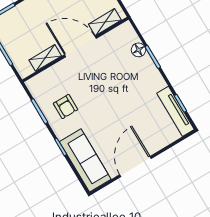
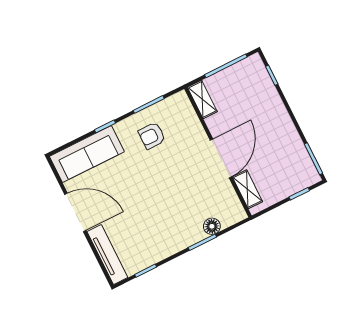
shelving: (45, 58) -> (202, 99), moved
tv unit: (175, 111) -> (107, 255), moved, turned 90

